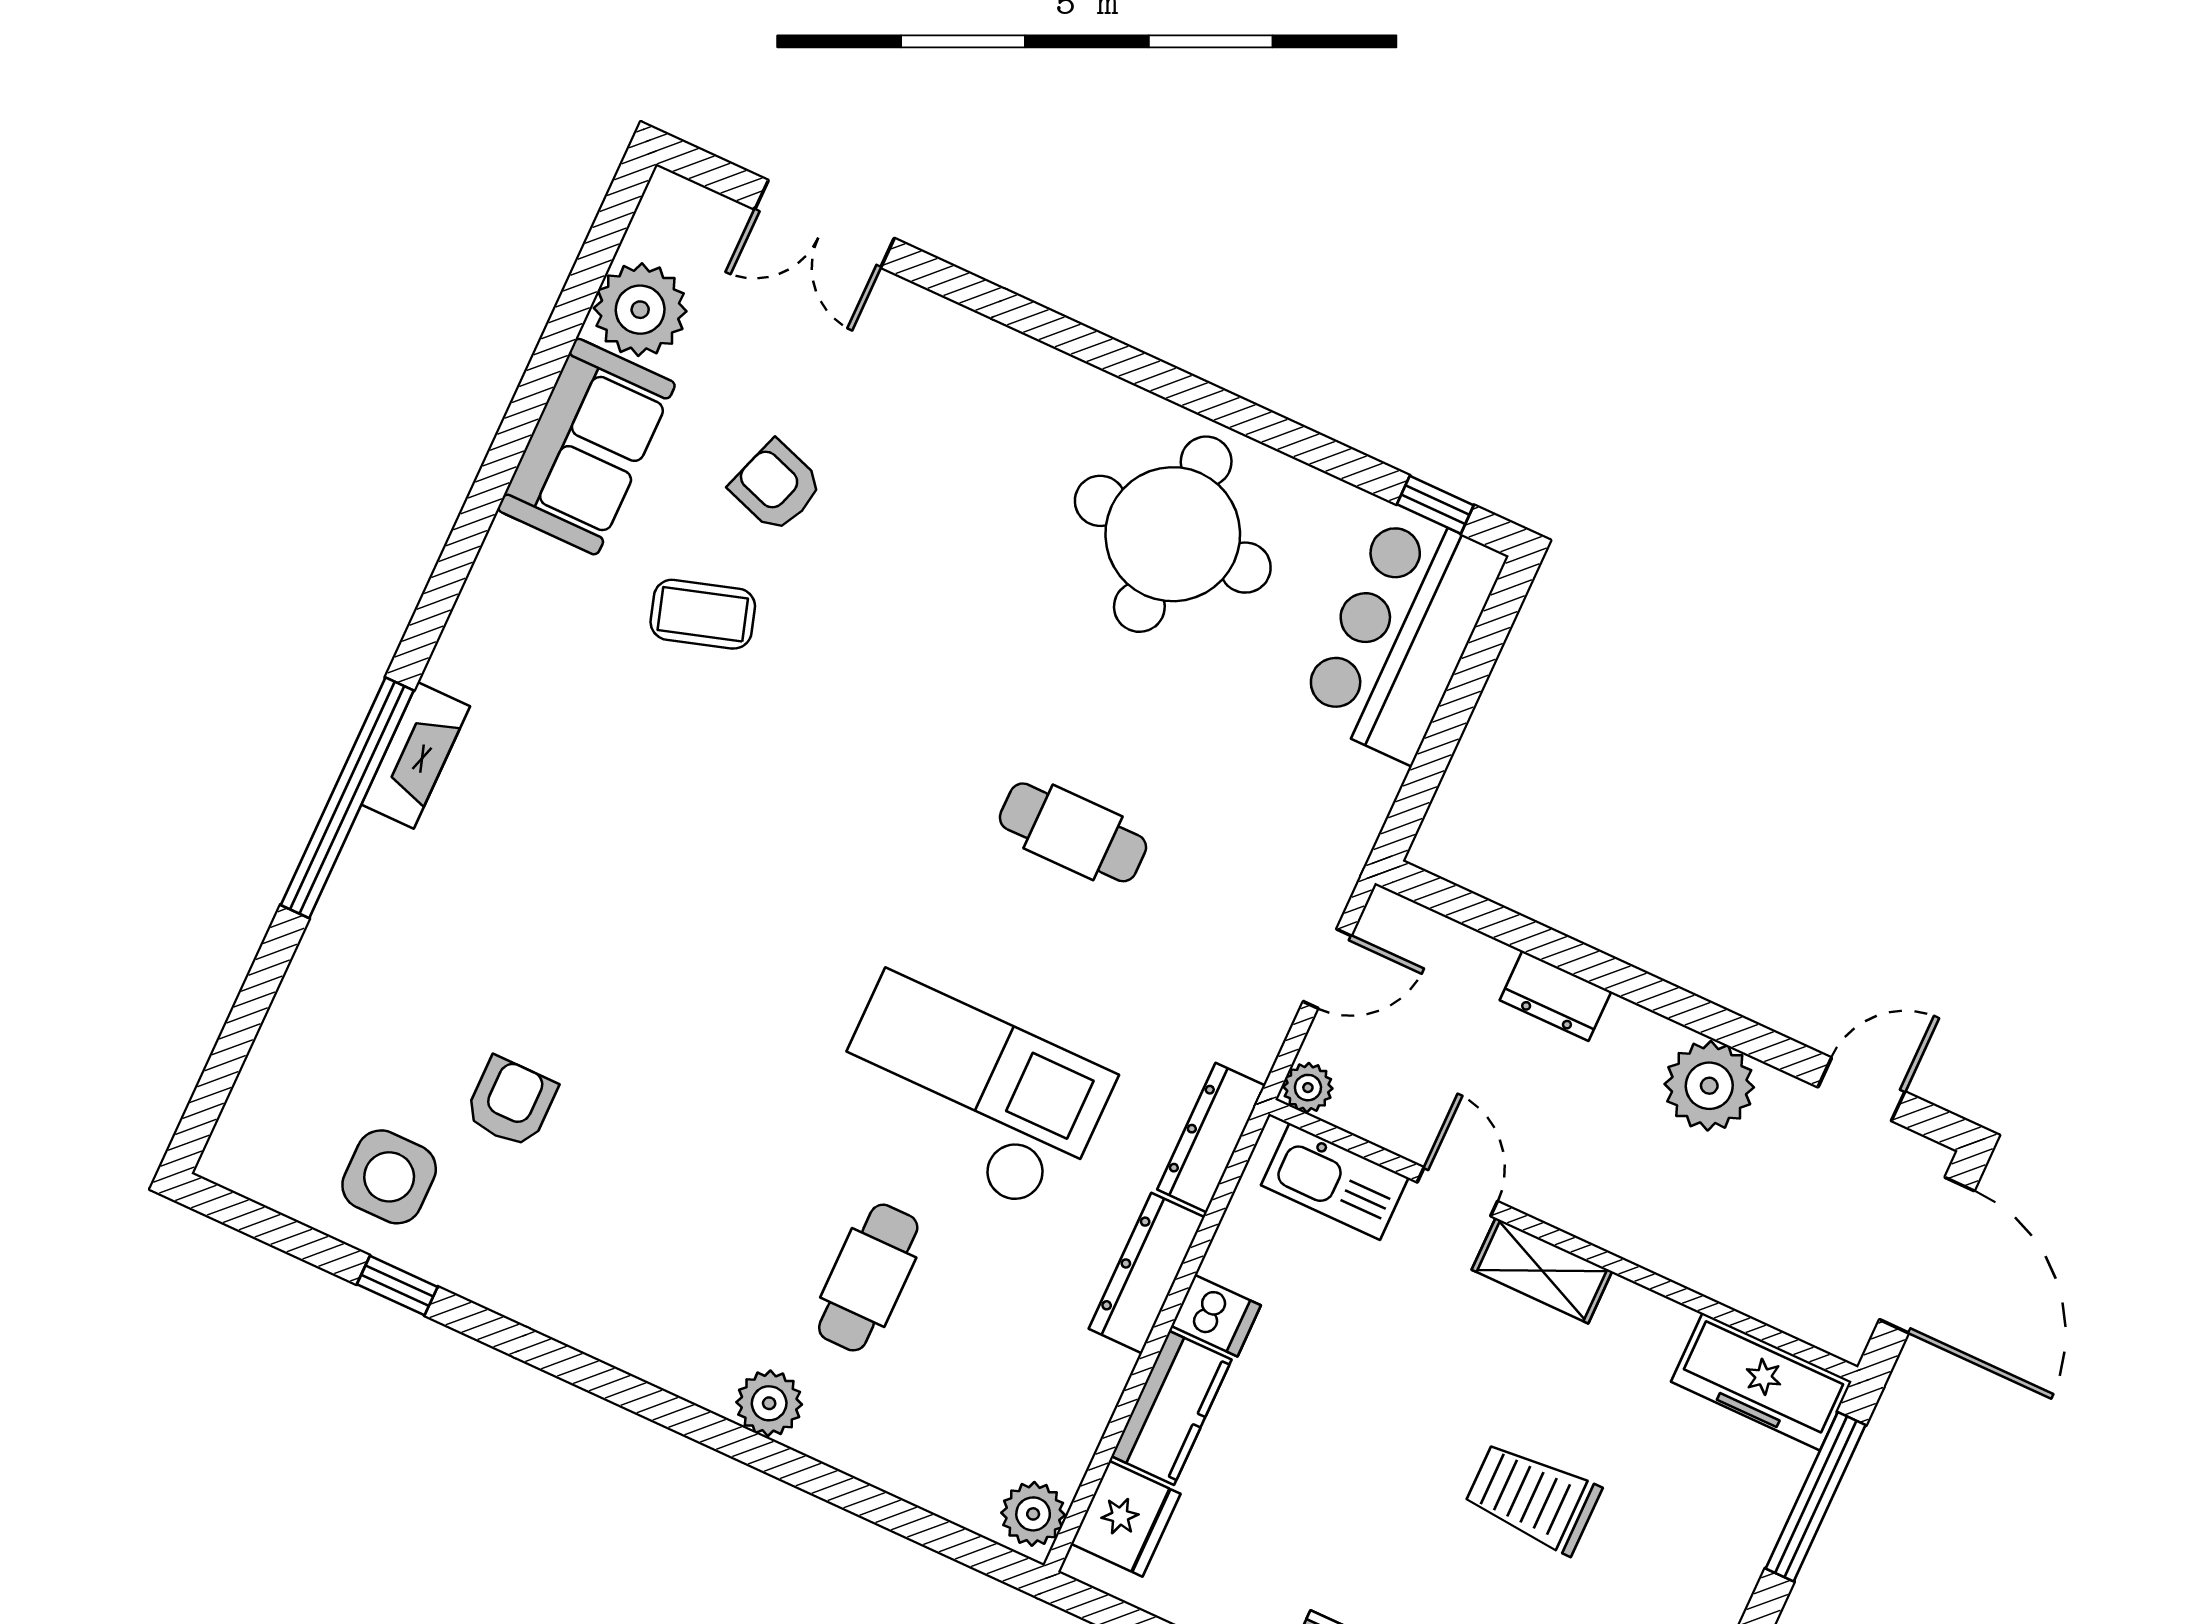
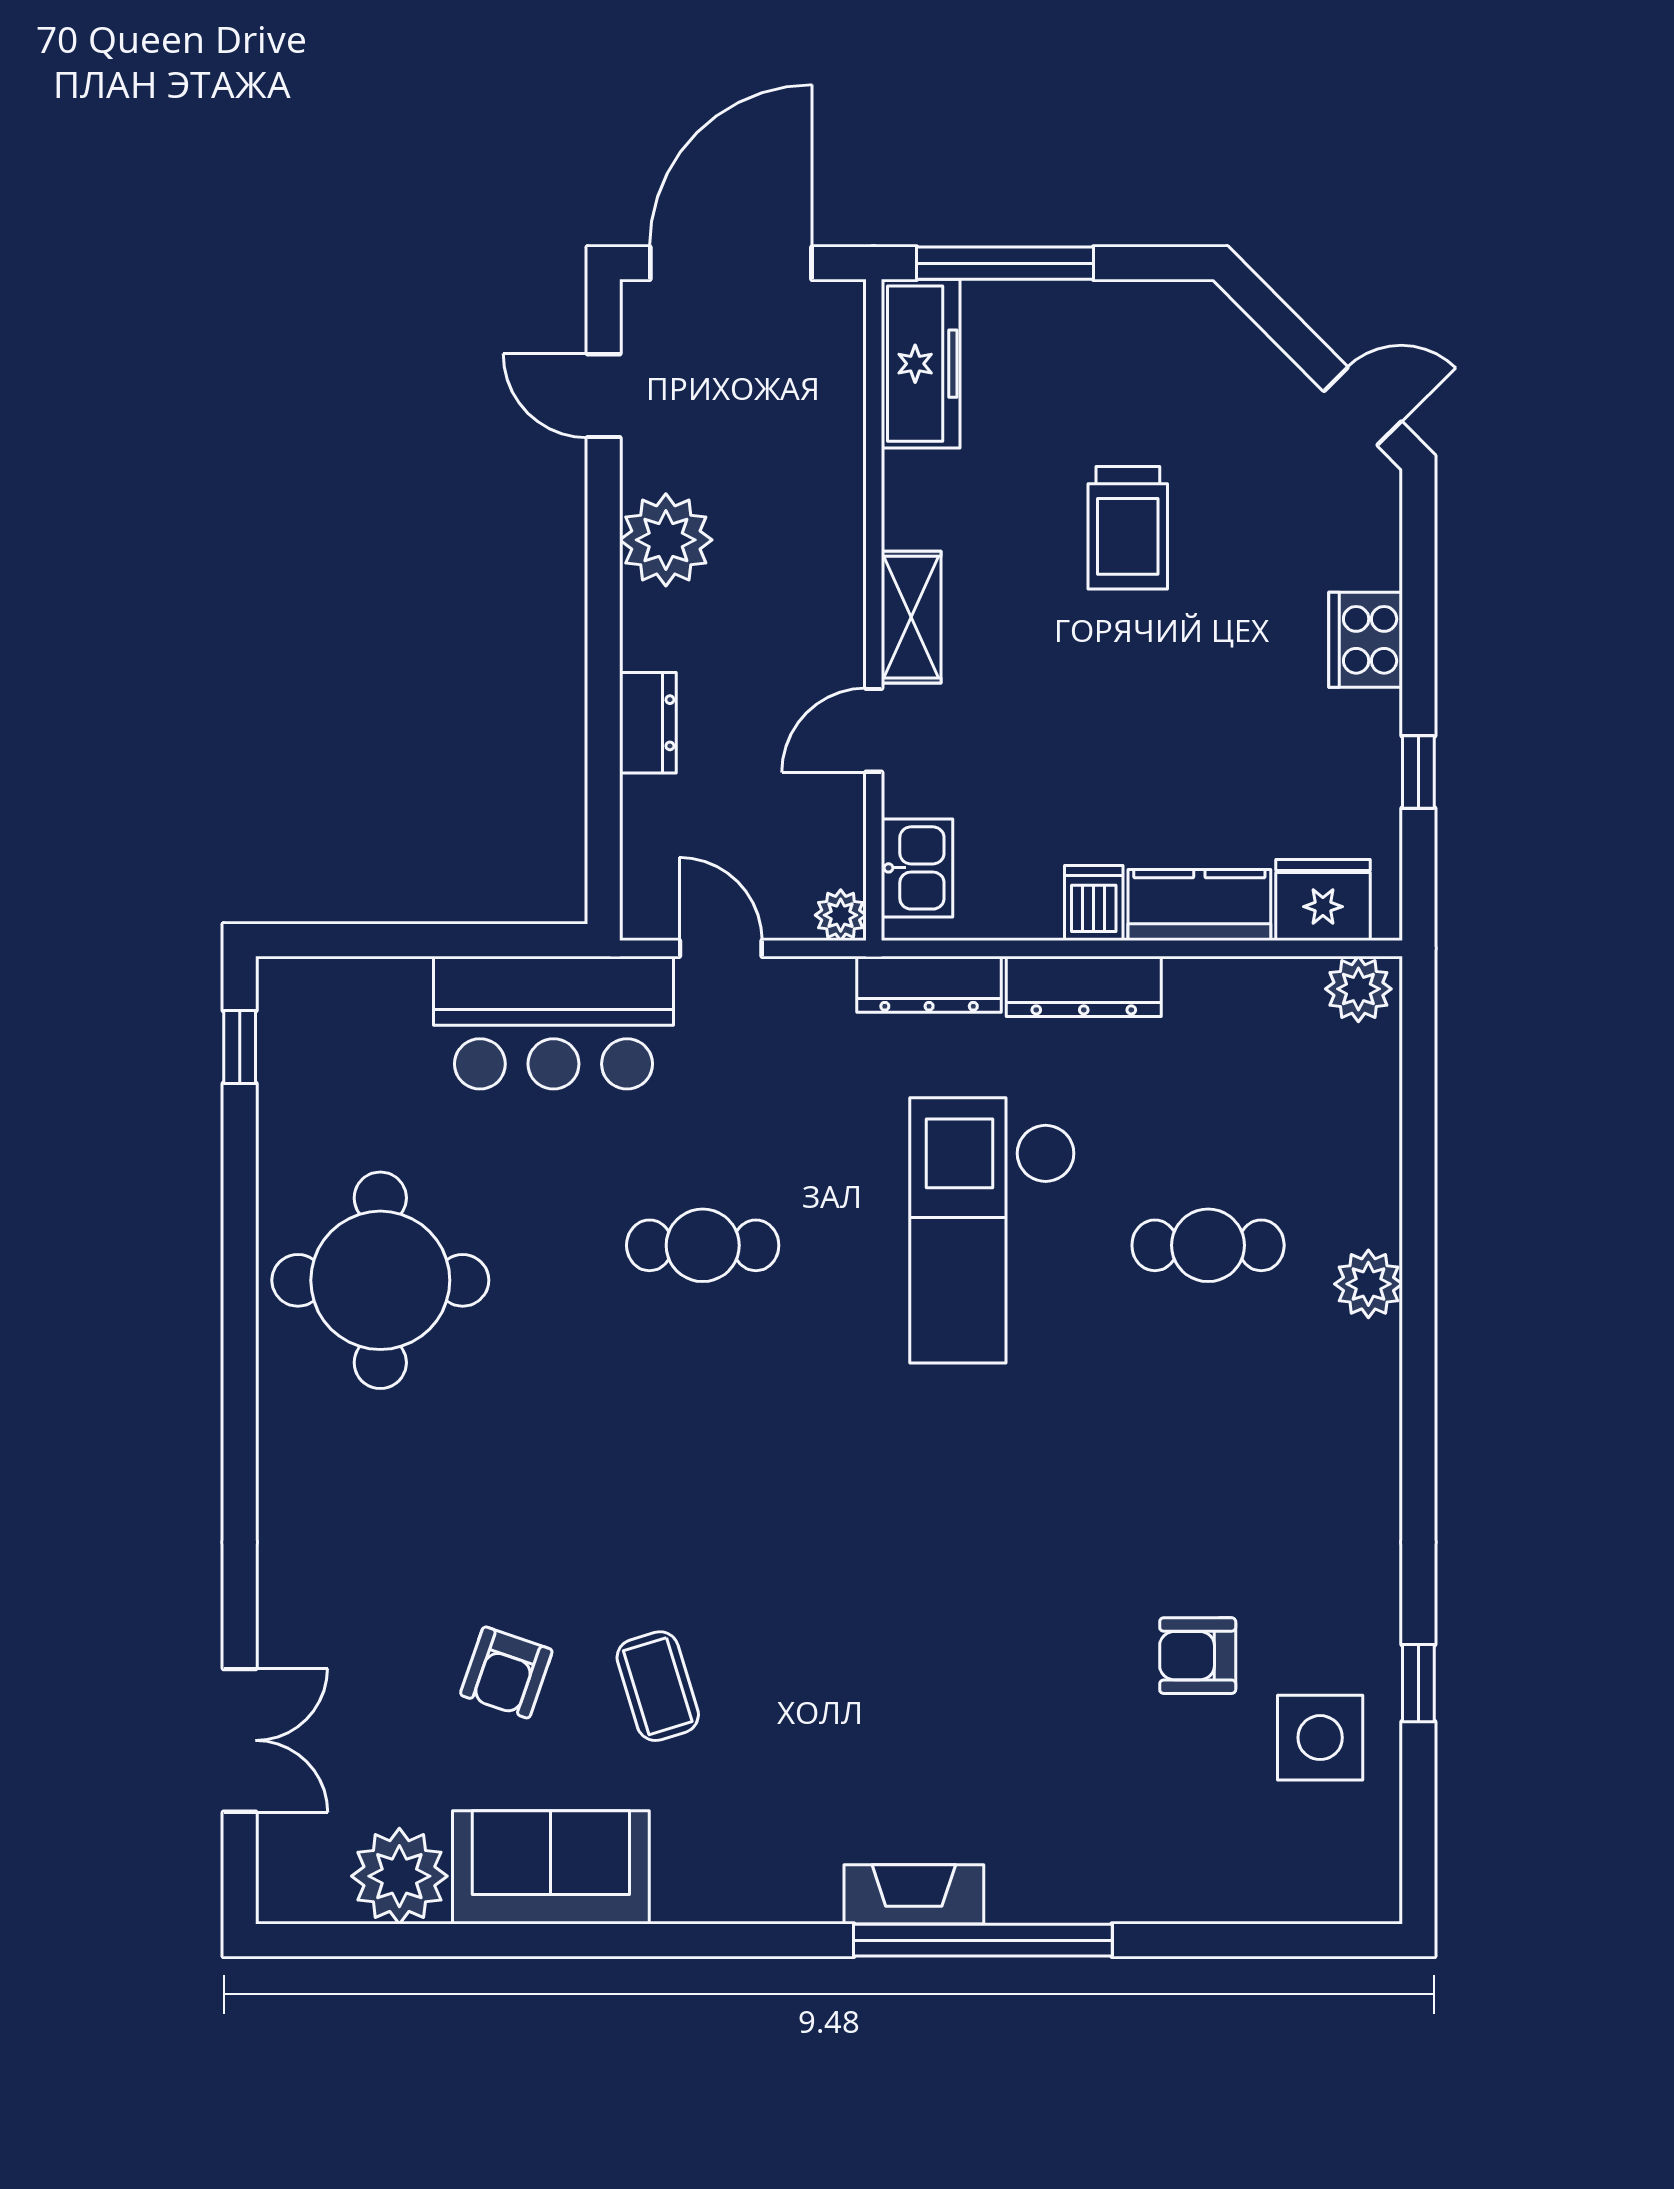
bar counter: (1402, 634) -> (553, 1023), moved
cafe table: (1073, 832) -> (703, 1245), turned 90
kitchen sink: (1335, 1181) -> (917, 868), width x0.73

